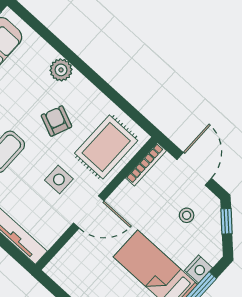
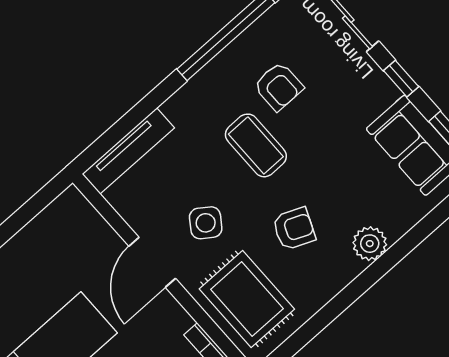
side table: (59, 180) -> (206, 223), turned 35

